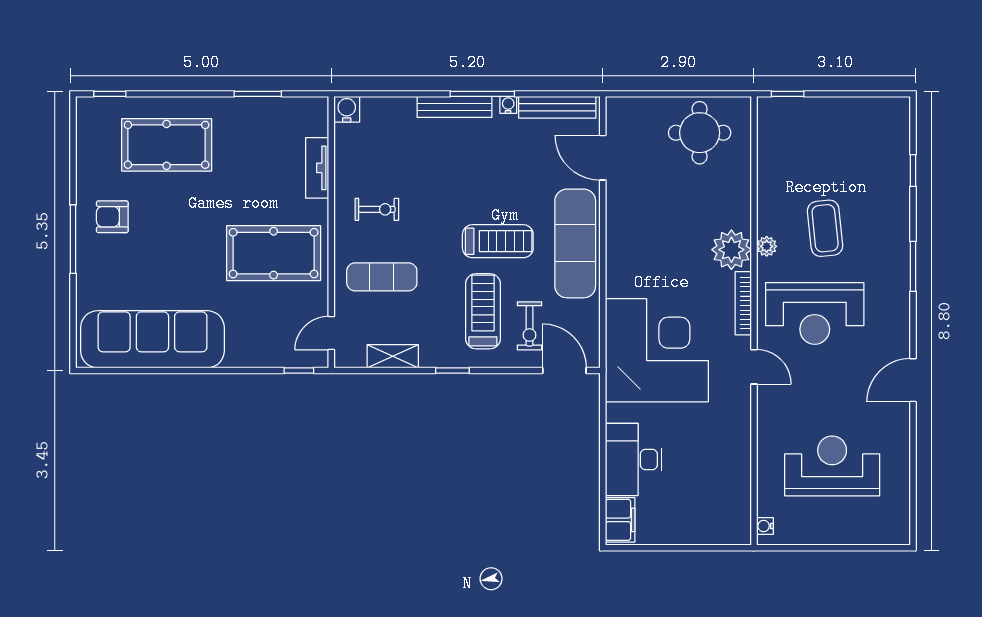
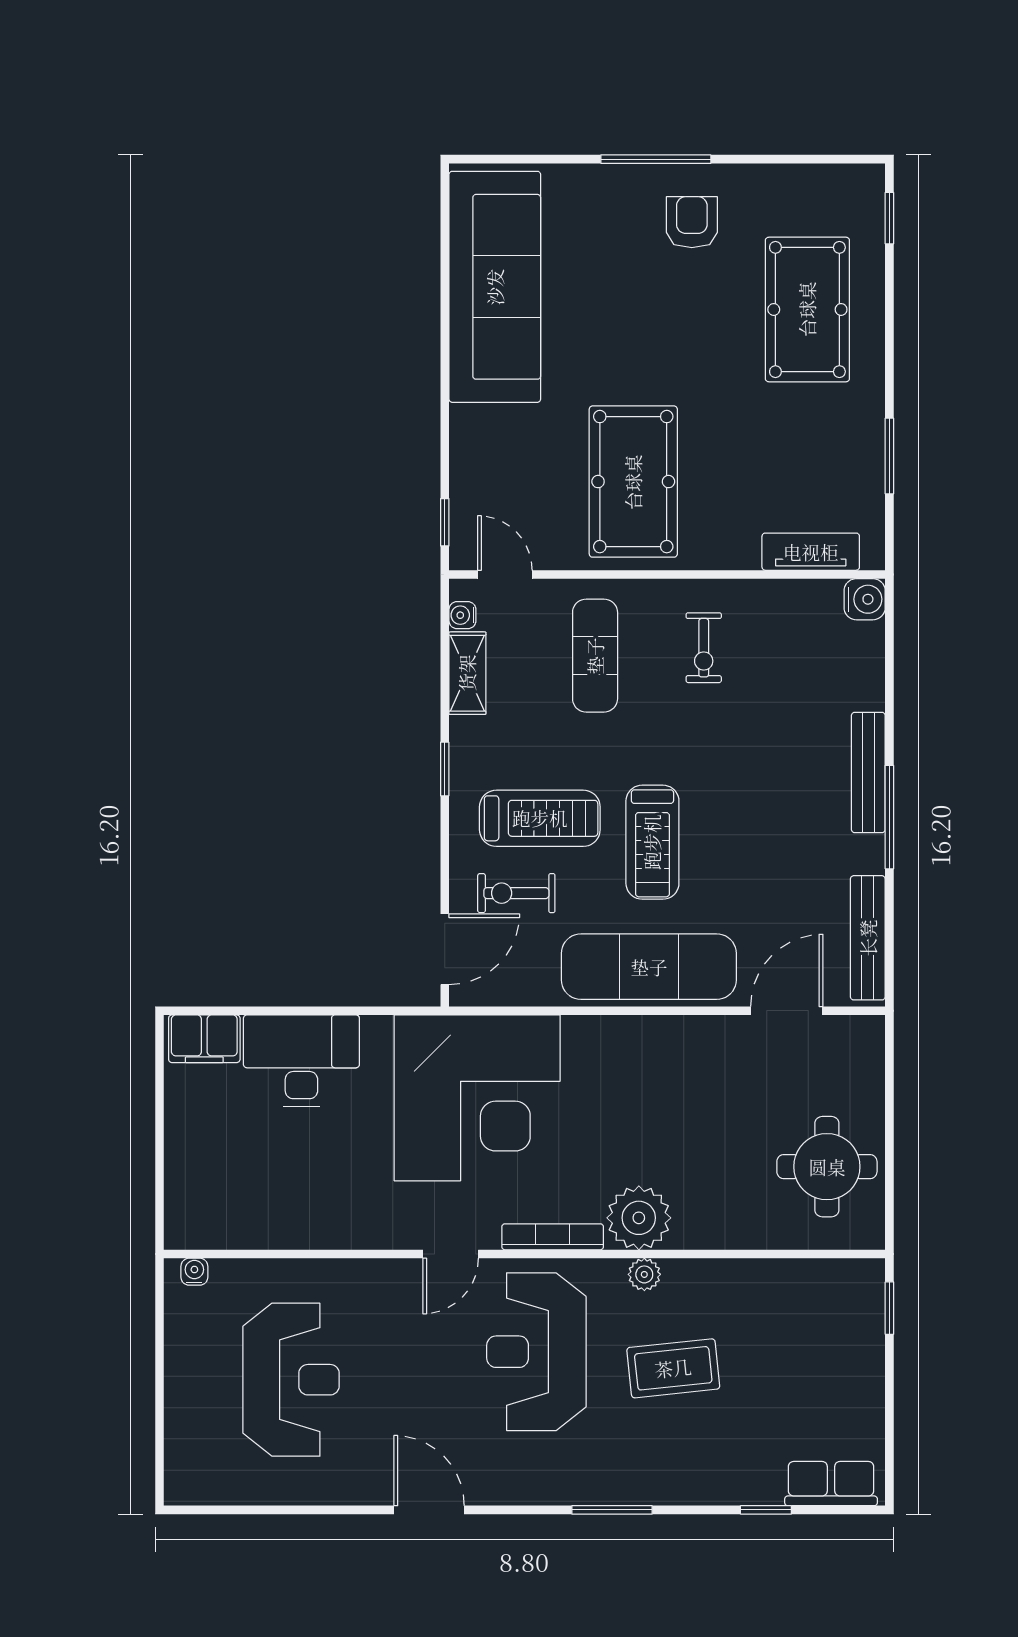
water cooler: (508, 105) -> (462, 615), moved, turned 180
row of seats: (897, 130) -> (831, 1484), added
tv unit: (317, 168) -> (811, 552), moved

